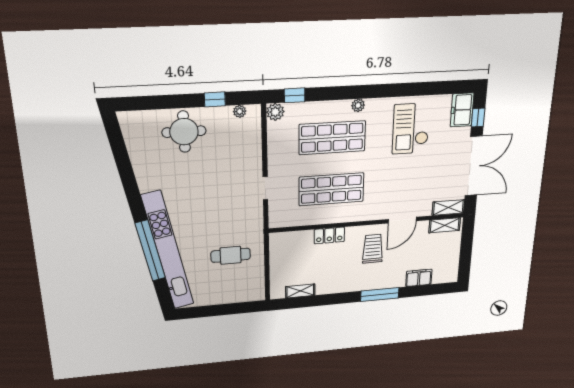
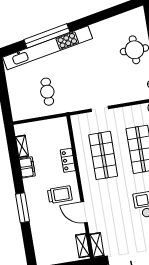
filing cabinet: (419, 278) -> (27, 167), moved

